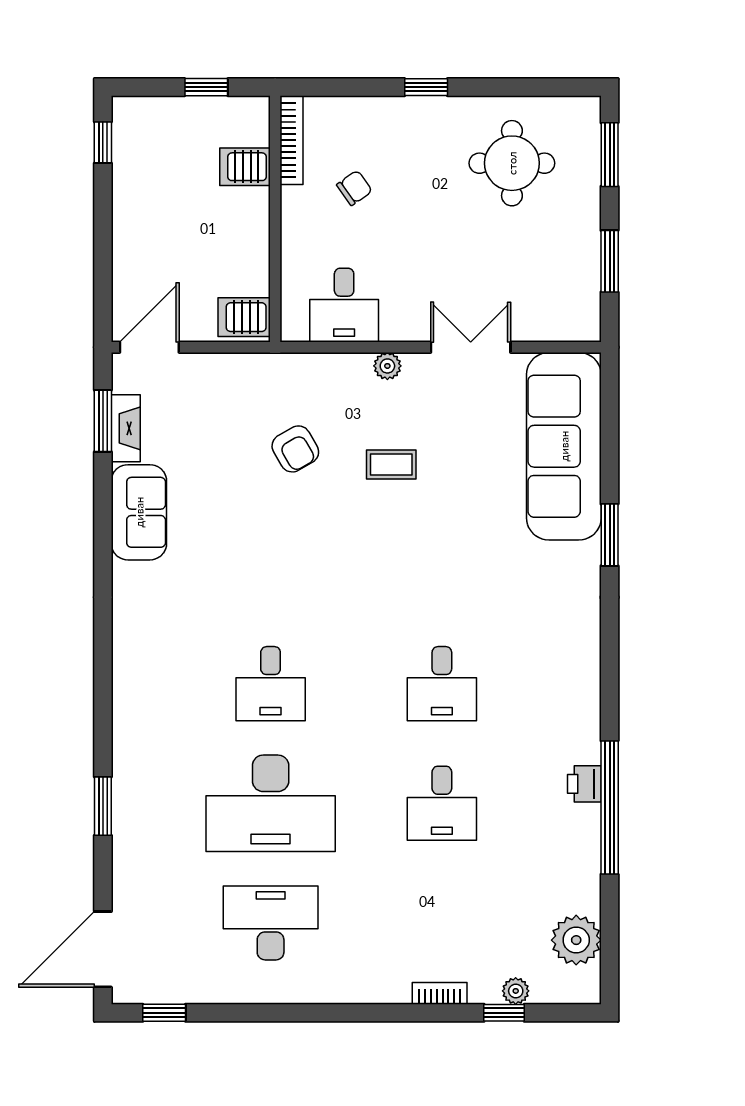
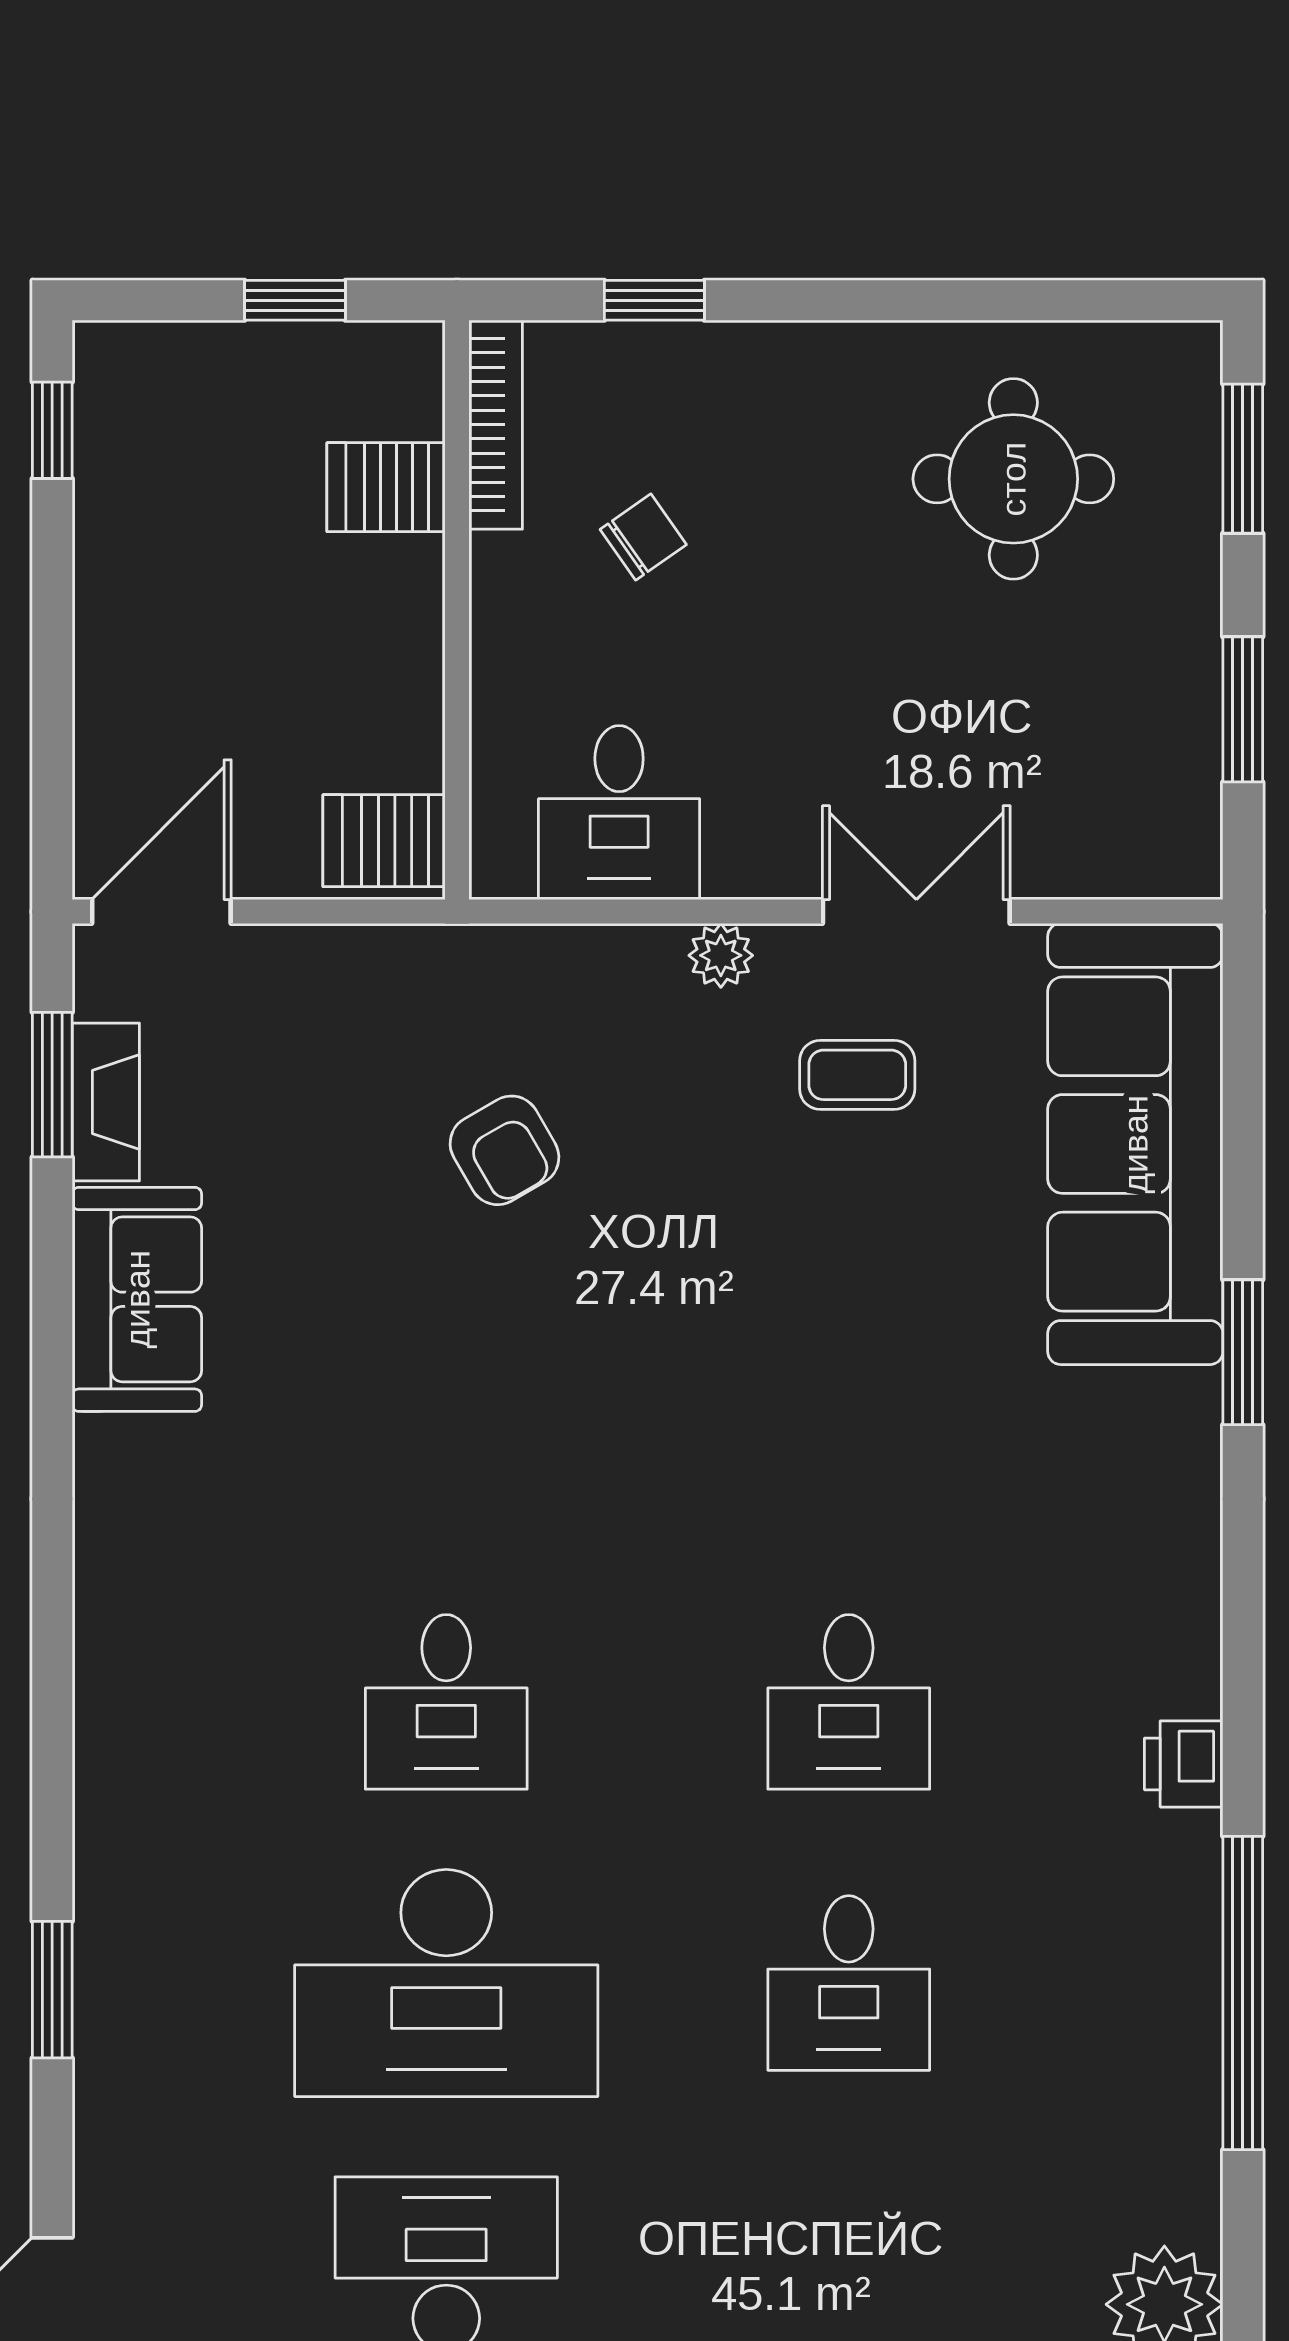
window: (426, 87) -> (654, 300), moved
coffee table: (391, 465) -> (857, 1075), moved
printer: (584, 784) -> (1184, 1764), moved

